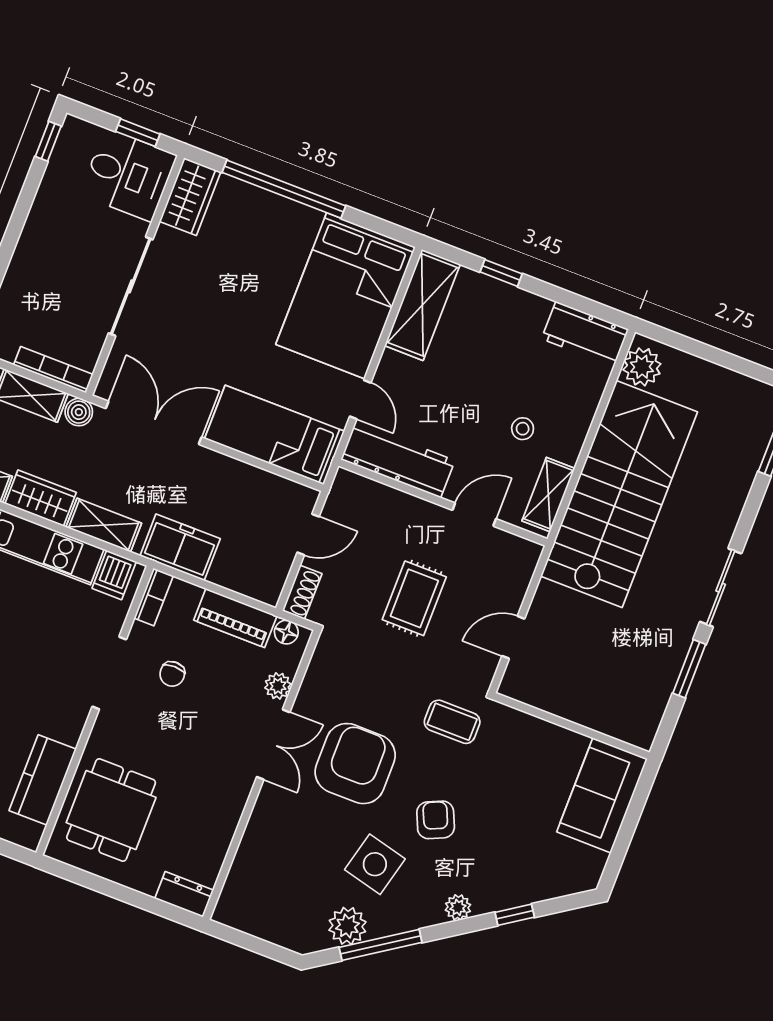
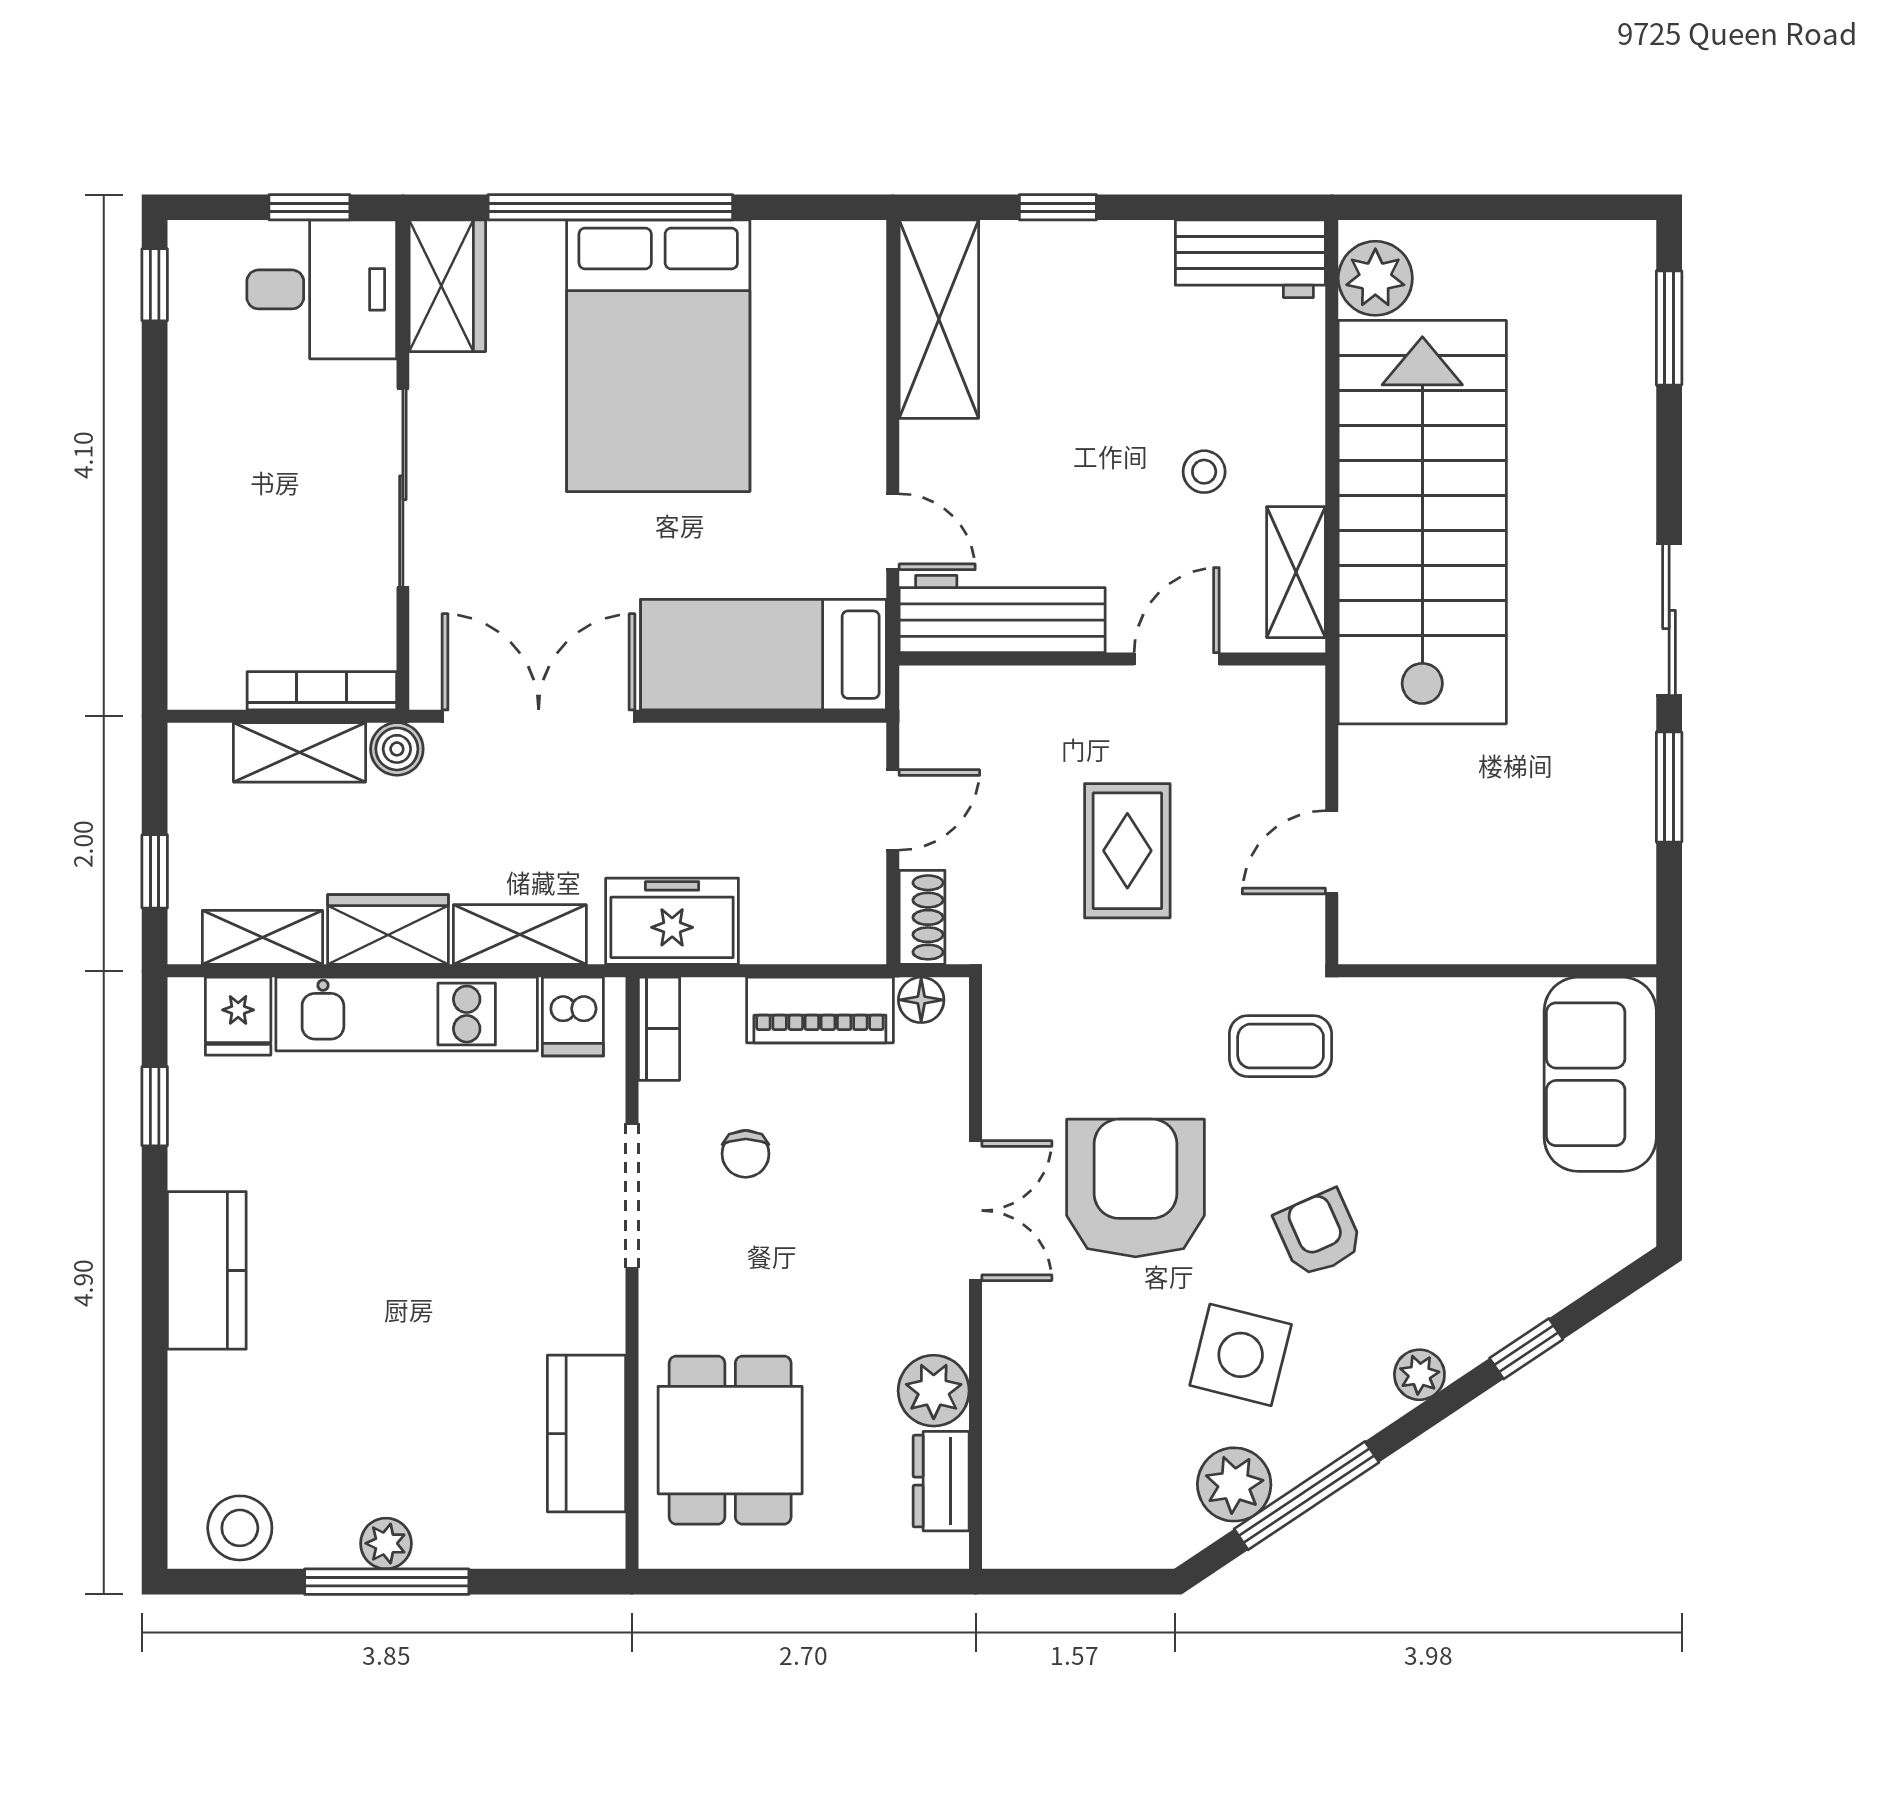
bed: (346, 296) -> (658, 356), moved
plant: (278, 686) -> (934, 1391), moved, width x1.38, depth x1.38
dresser: (184, 894) -> (941, 1481), moved, turned -90

